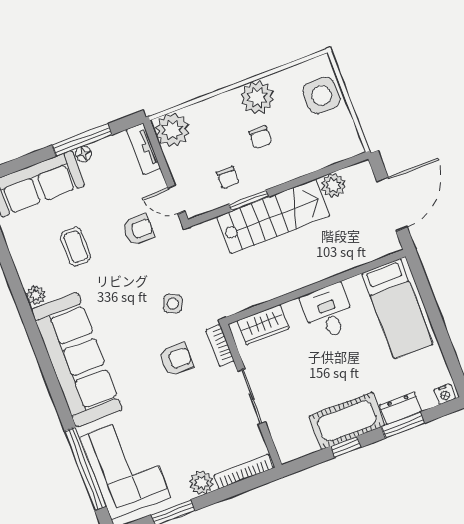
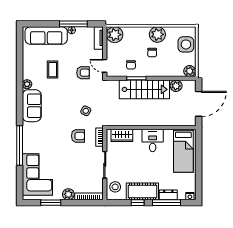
plant: (349, 146) -> (190, 71), added
sofa: (77, 360) -> (32, 106), width x0.54, depth x0.79
window: (403, 425) -> (166, 203), width x1.44
stool: (289, 433) -> (115, 187), added
window: (85, 469) -> (20, 146), moved

